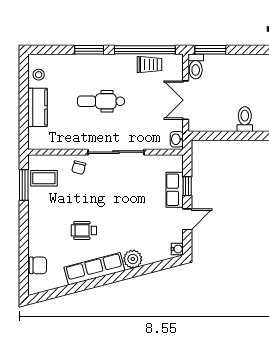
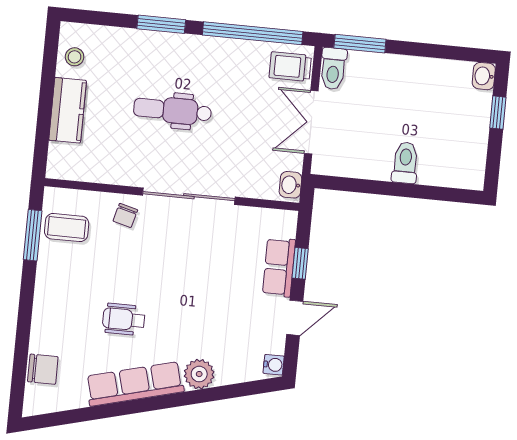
trolley: (149, 64) -> (290, 67), moved, turned 180

